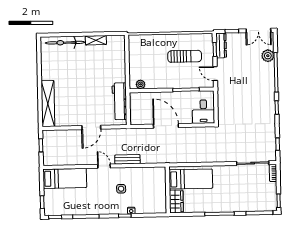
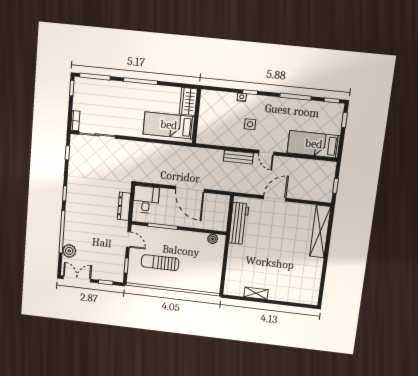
bicycle: (65, 43) -> (291, 295), removed
dresser: (221, 45) -> (124, 206), moved

